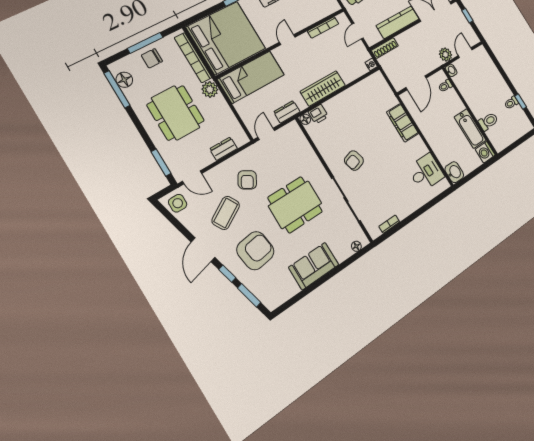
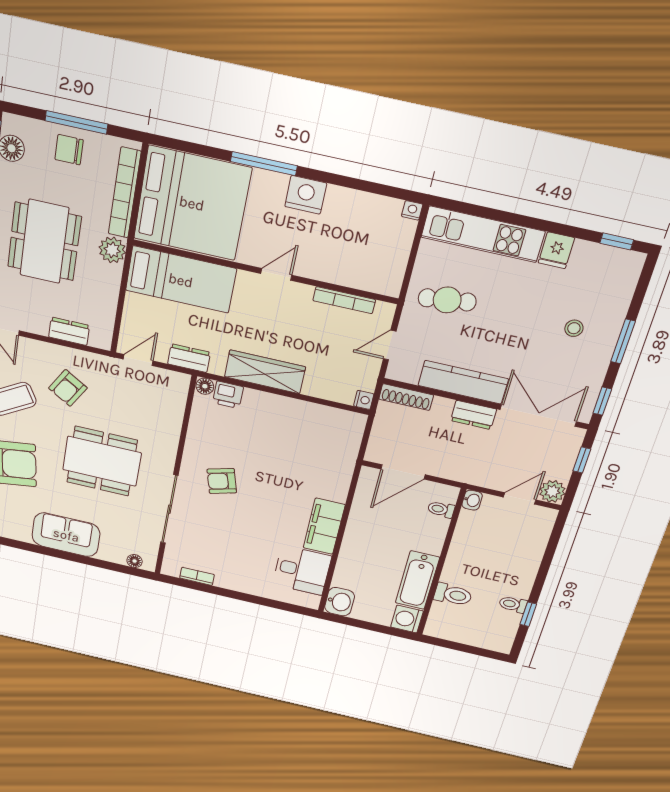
dresser: (415, 33) -> (473, 415), added
plant: (446, 55) -> (552, 491), moved
filing cabinet: (403, 123) -> (324, 526), moved

